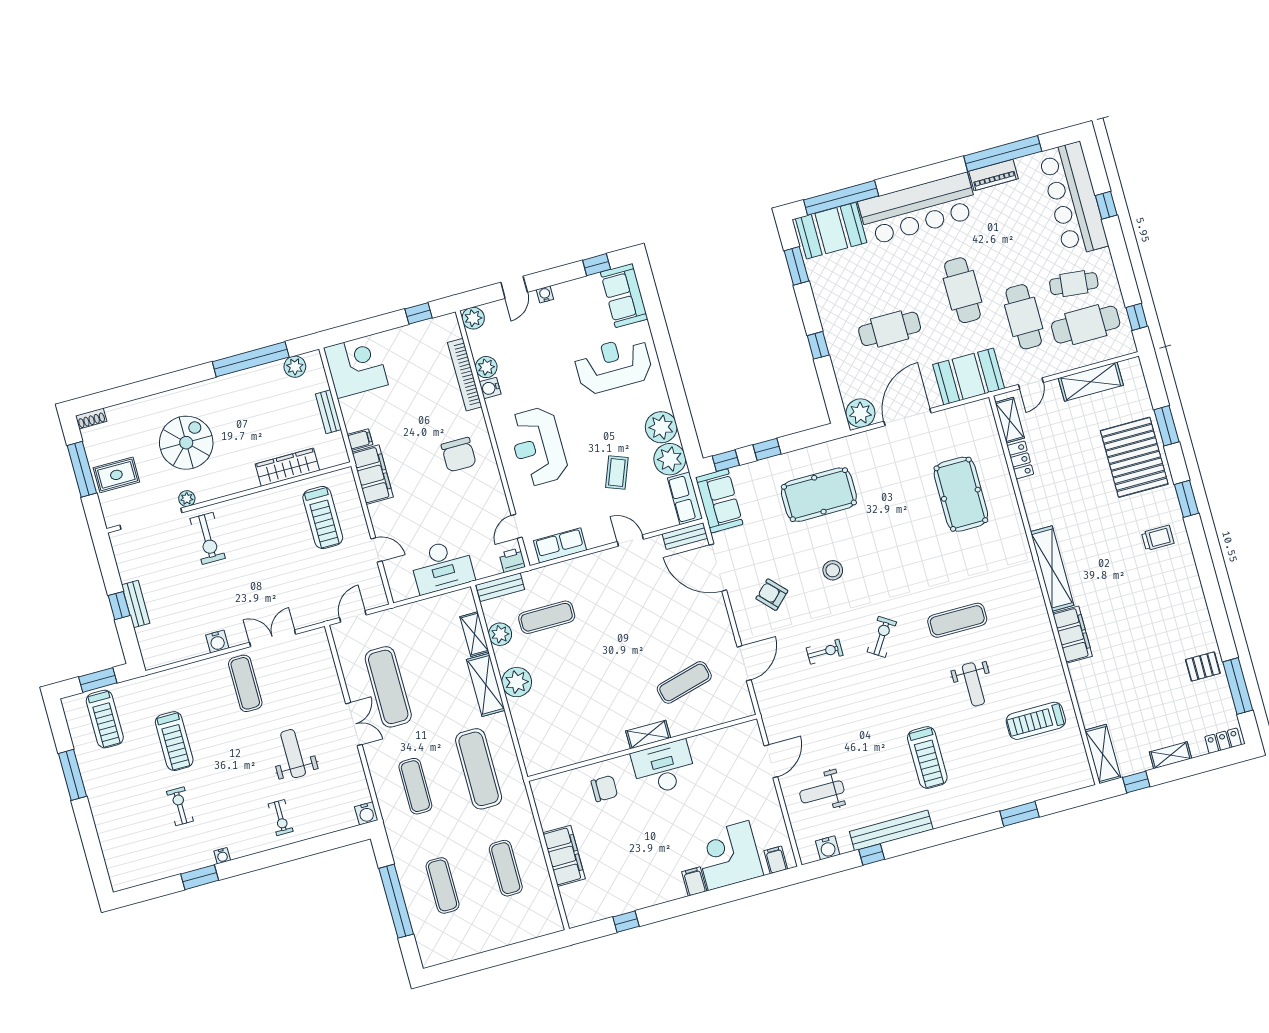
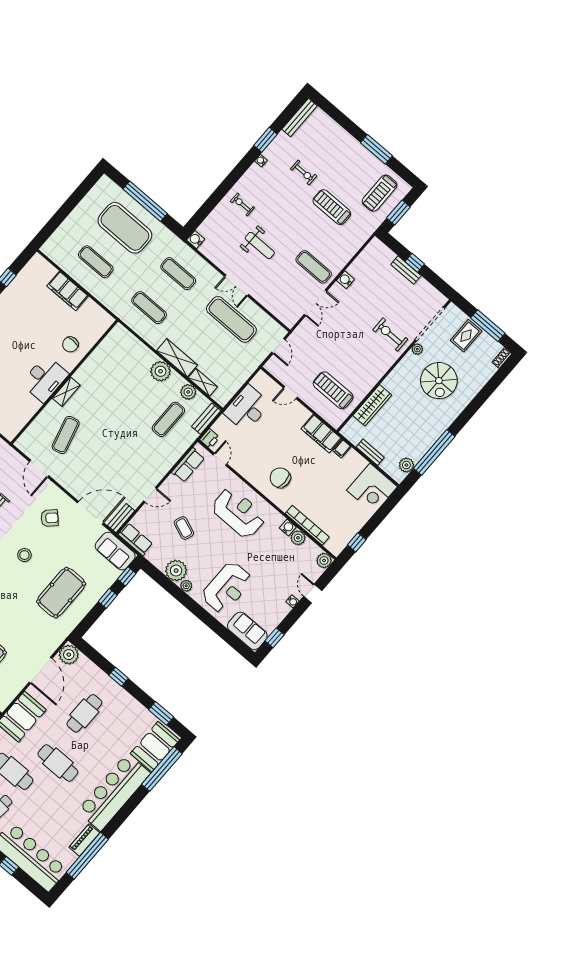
plant: (670, 459) -> (186, 586), moved, width x0.53, depth x0.53
treadmill: (105, 719) -> (380, 193), turned -90
exercise mat: (479, 769) -> (149, 308), width x0.73, depth x0.69
bench: (140, 876) -> (300, 117), added
exercise mat: (443, 885) -> (125, 228), width x2.00, depth x1.45

